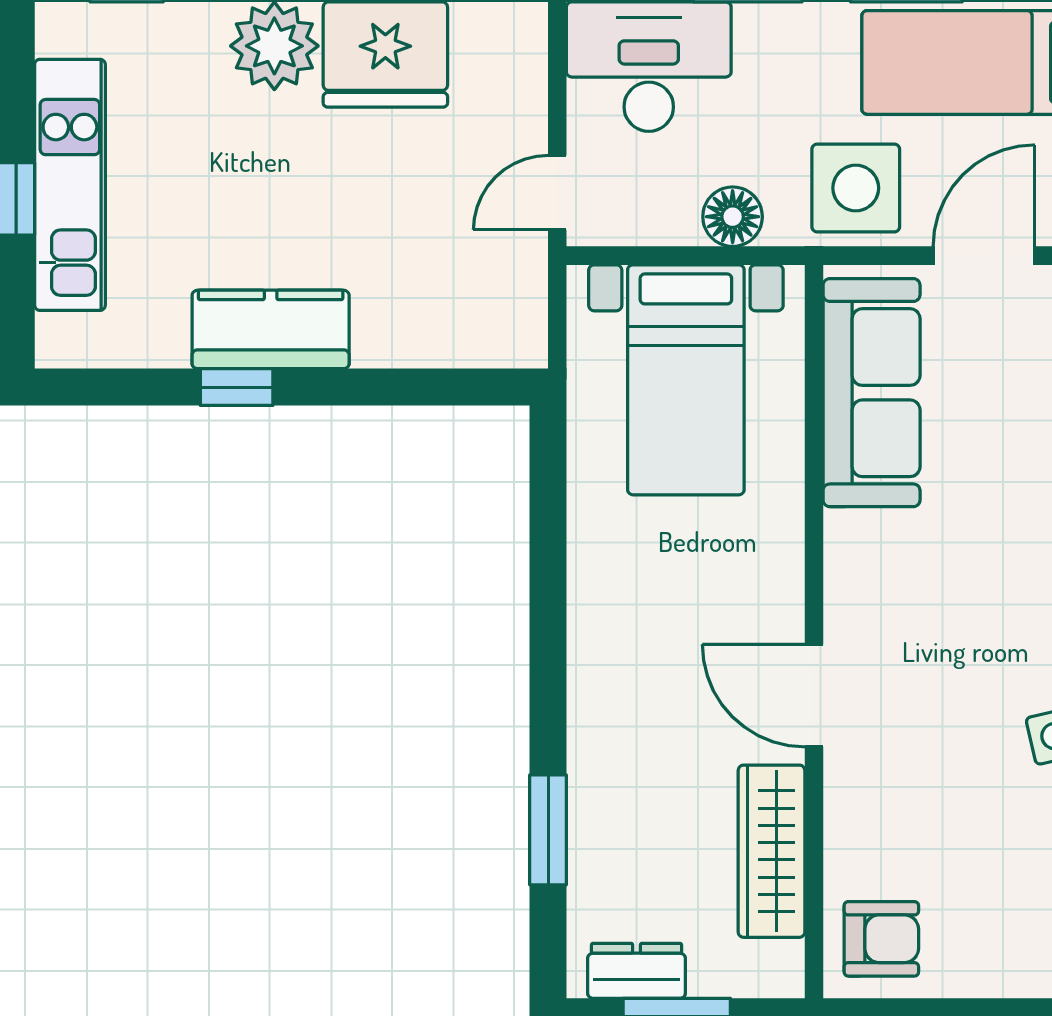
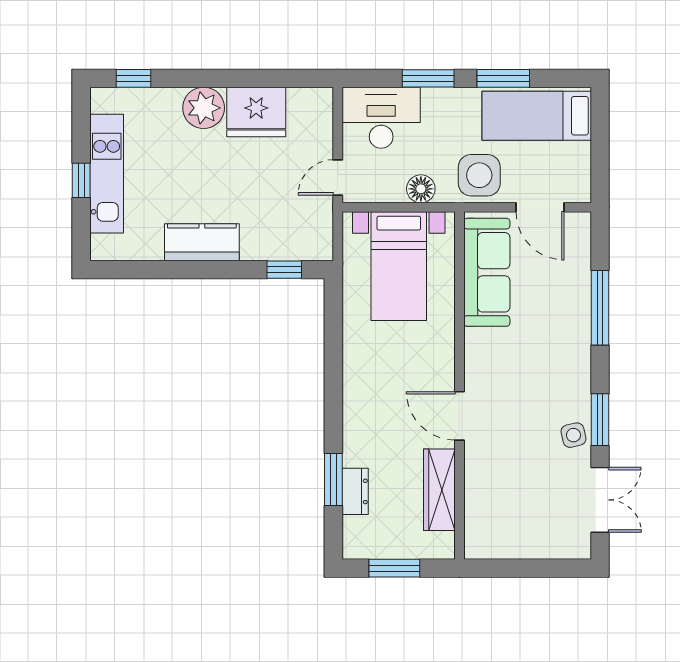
door: (984, 256) -> (540, 207), swing flipped
window: (237, 387) -> (284, 270), moved
armchair: (881, 939) -> (491, 531), removed
dresser: (636, 971) -> (355, 491), moved, turned 90

